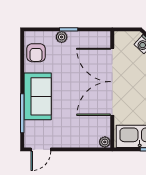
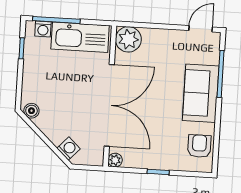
plant: (62, 37) -> (115, 160), moved
plant: (105, 142) -> (128, 39), width x1.88, depth x1.88

